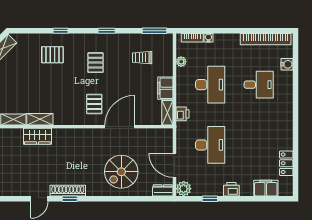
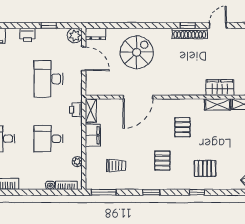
desk: (210, 85) -> (48, 139), width x0.73
pallet: (94, 104) -> (182, 127), moved

